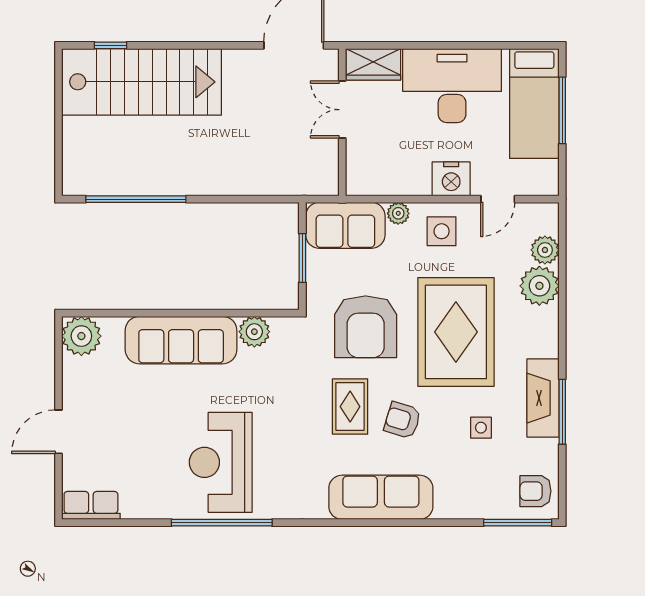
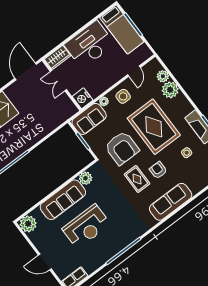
nightstand: (451, 179) -> (82, 98), moved, turned 90
armchair: (402, 420) -> (158, 170), turned 73
door: (59, 432) -> (45, 262), hinge flipped
reception desk: (221, 462) -> (86, 226), moved, turned -90

